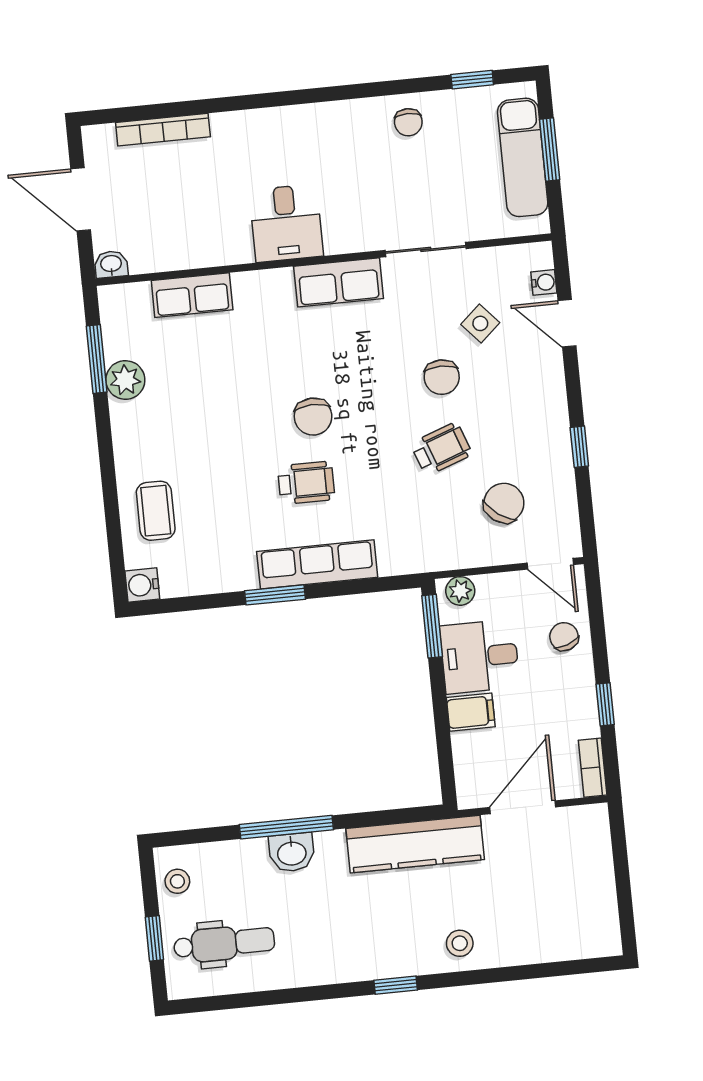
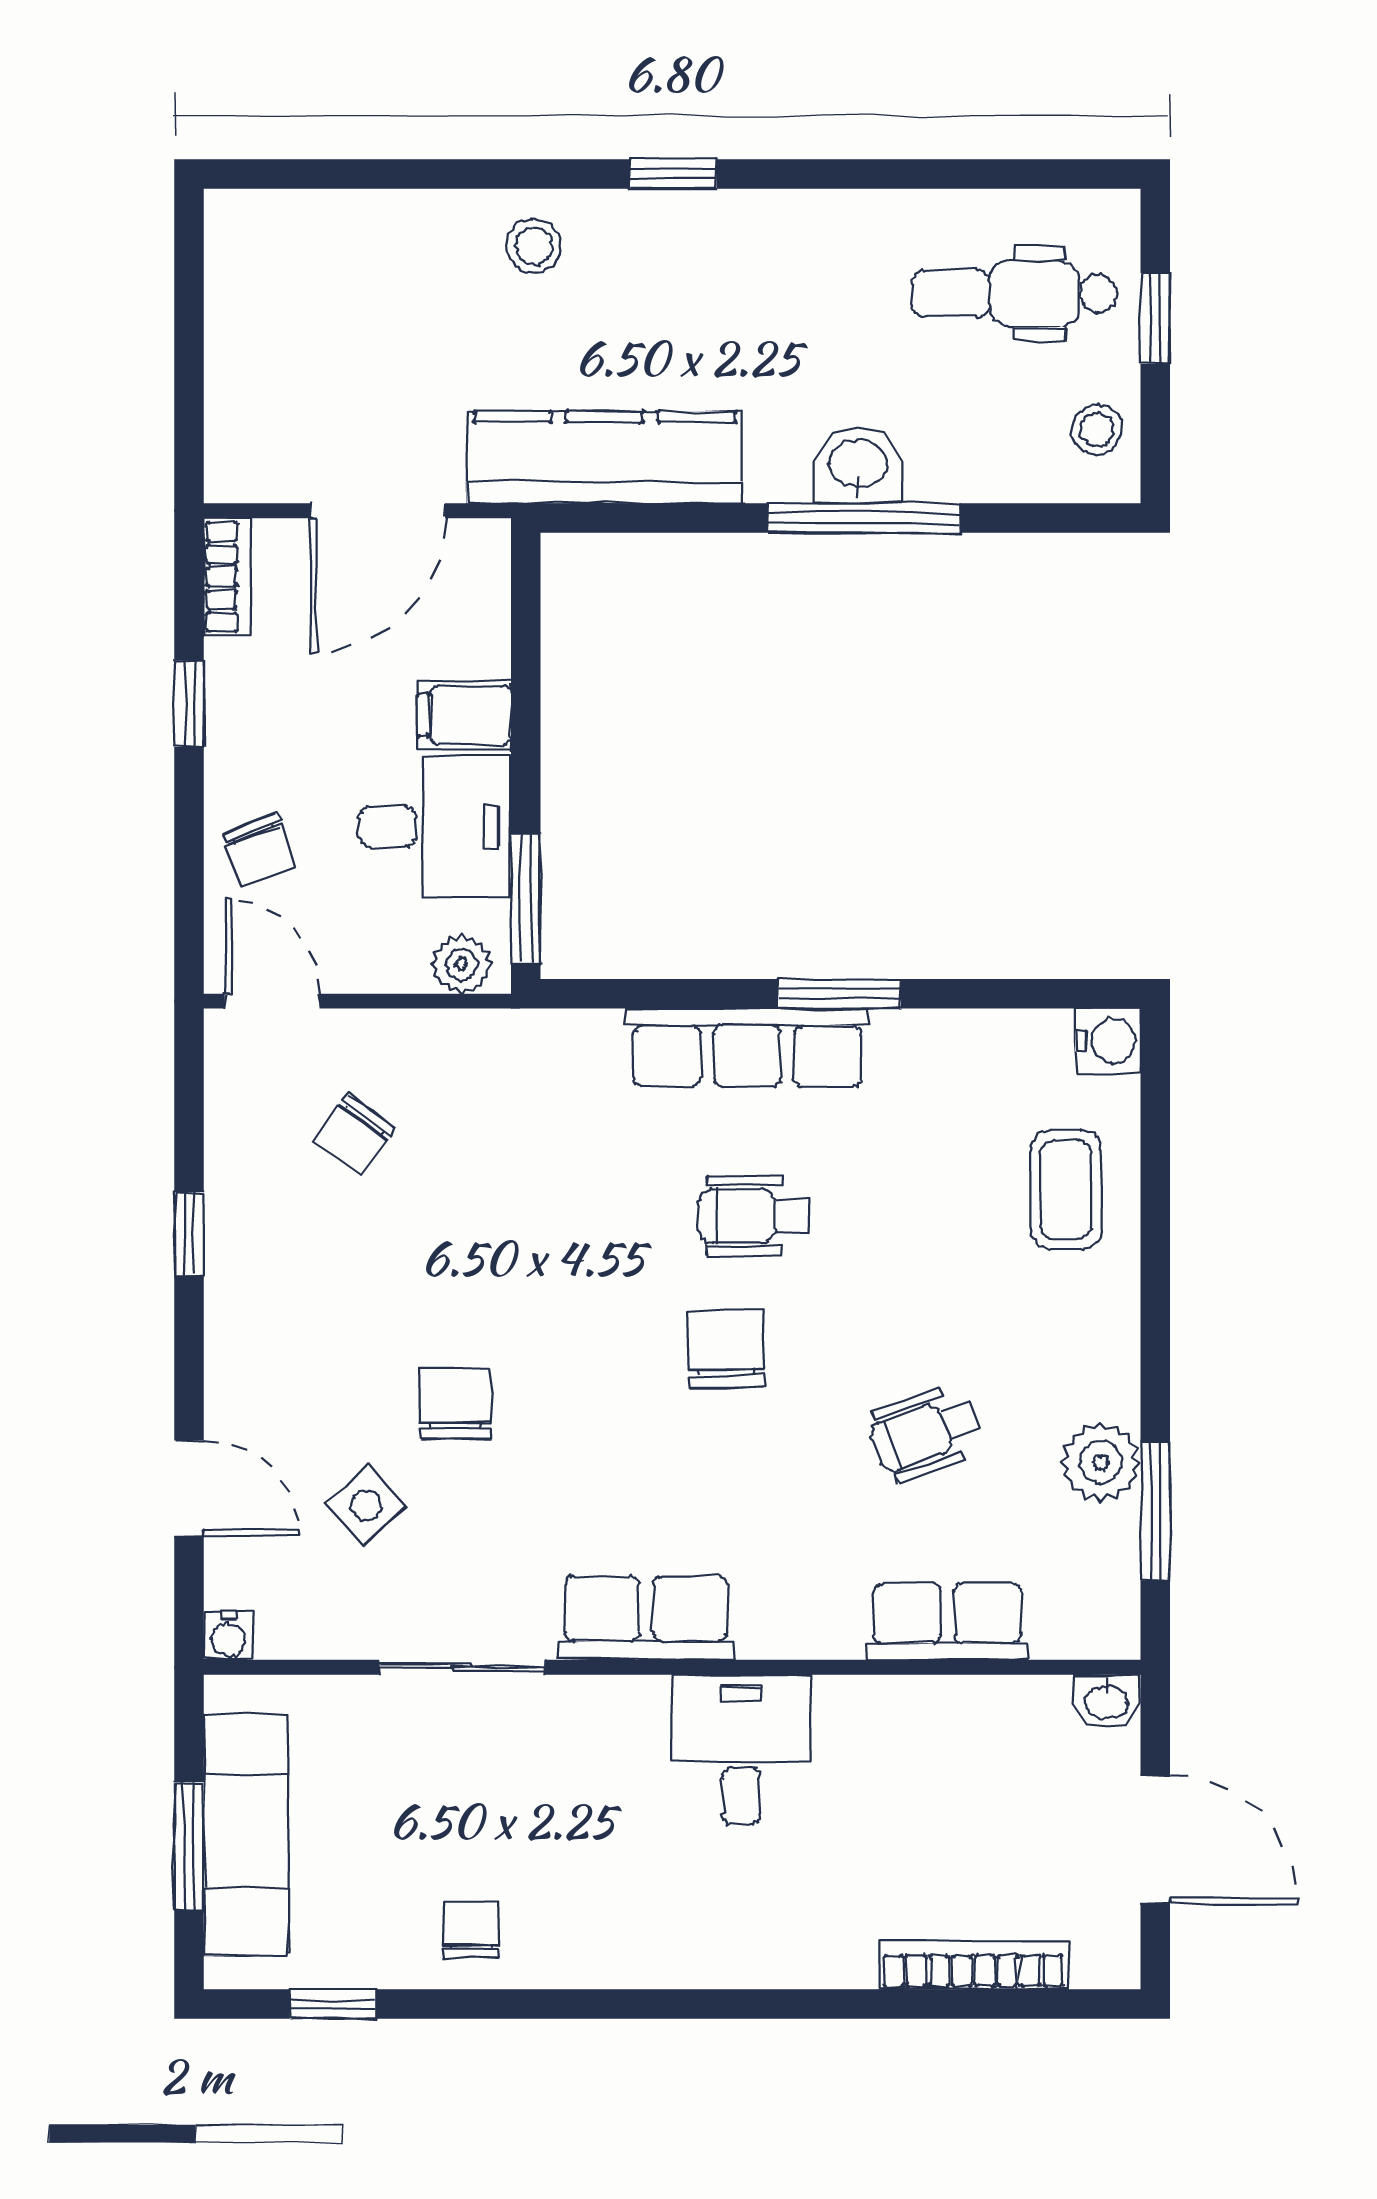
water cooler: (544, 282) -> (228, 1636), moved, turned -90
wheelchair: (441, 449) -> (926, 1433), moved
chair: (504, 503) -> (354, 1135), width x0.73, depth x0.73

